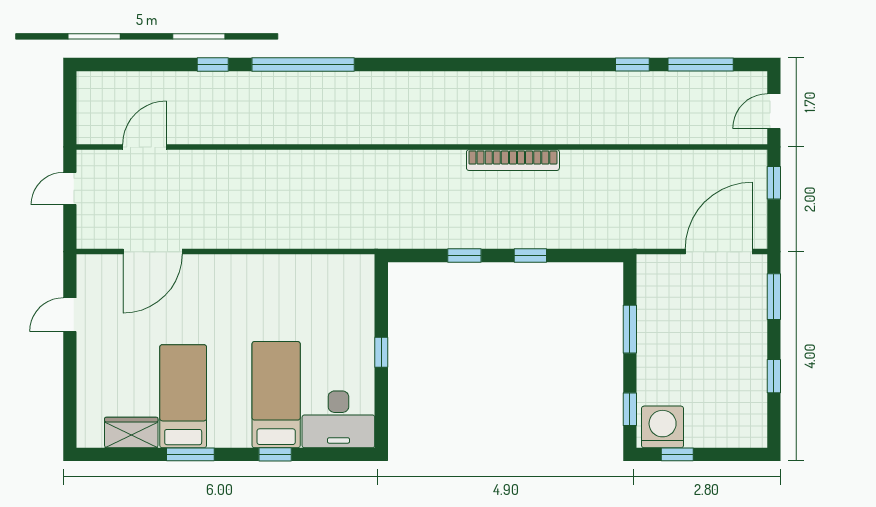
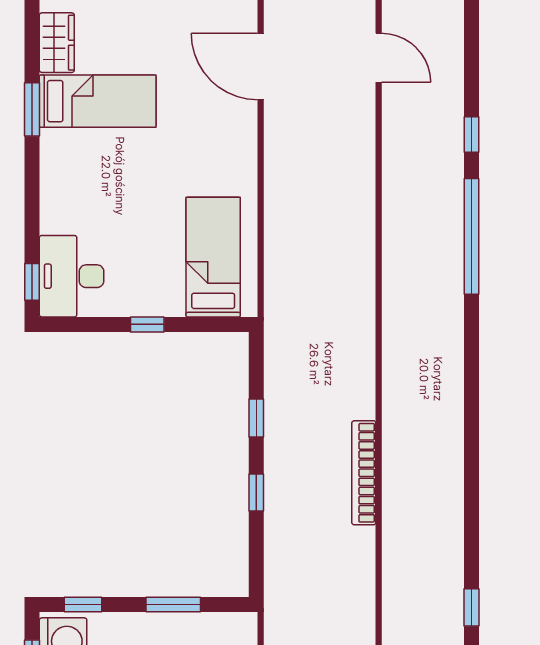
bed: (276, 395) -> (213, 257), moved, turned -90
window: (275, 454) -> (32, 282), moved

